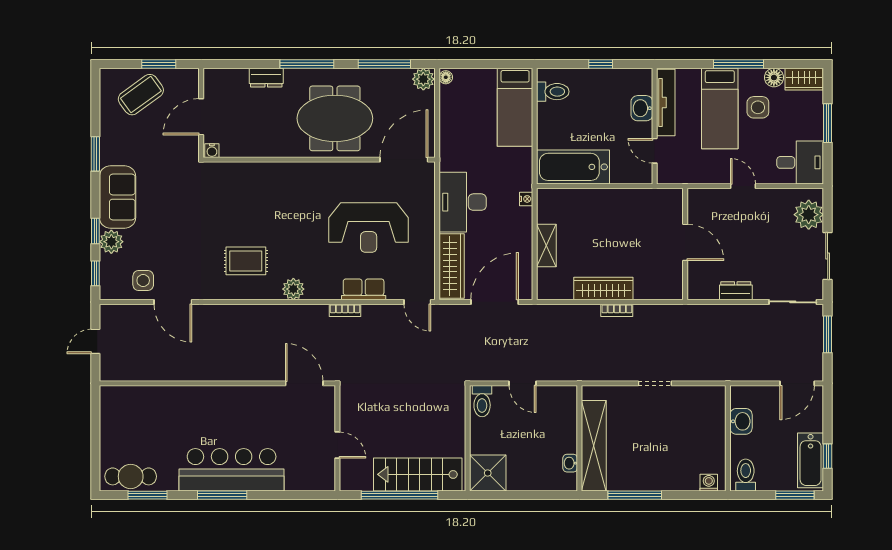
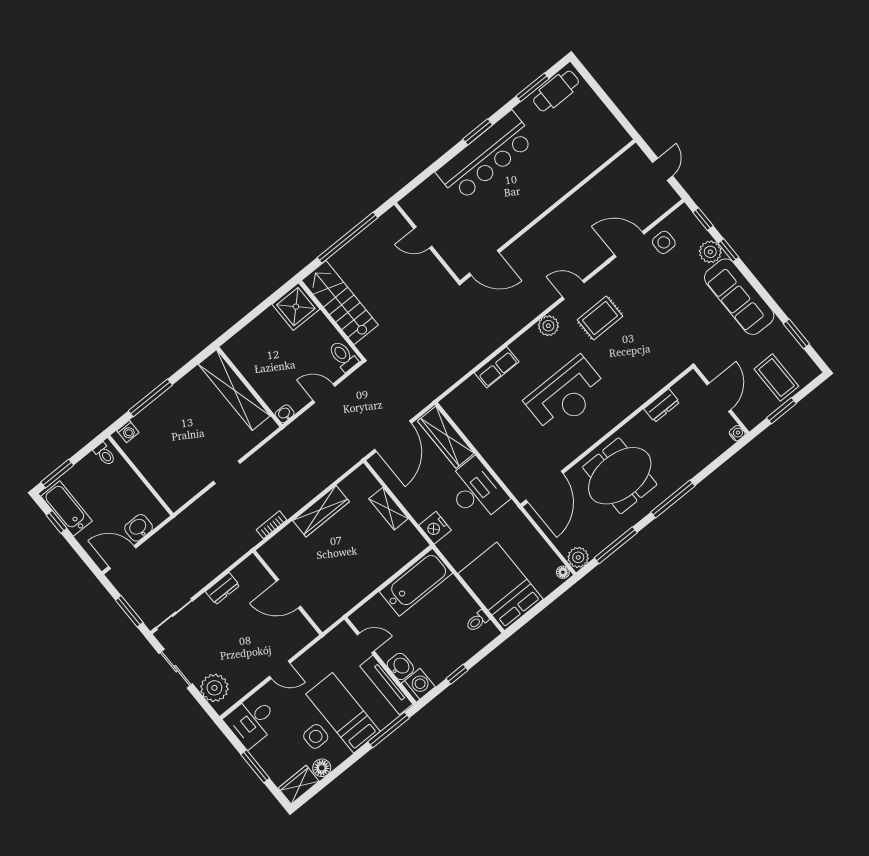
window: (738, 64) -> (389, 730), moved
dresser: (266, 78) -> (662, 405), moved, turned 180
washing machine: (640, 81) -> (418, 685), added
toilet: (553, 92) -> (477, 621), width x0.73, depth x0.72
coffee table: (141, 95) -> (776, 378), turned -54
bed: (515, 107) -> (501, 586), width x1.50
water cooler: (212, 151) -> (737, 433), moved, turned 90
window: (95, 154) -> (796, 334), moved
sofa: (118, 197) -> (739, 297), width x1.36
nightstand: (526, 199) -> (435, 528), width x1.89, depth x1.79
reception desk: (369, 228) -> (566, 395), moved, turned 180
door: (417, 302) -> (573, 290), moved
bookcase: (345, 310) -> (498, 341), removed
bookcase: (617, 310) -> (271, 525), moved
door: (797, 383) -> (122, 557), hinge flipped
washbasin: (741, 421) -> (139, 528), moved, turned 90
washbasin: (570, 463) -> (285, 414), moved, turned -90
stairs: (418, 474) -> (340, 303), moved, turned -90
toilet: (746, 475) -> (105, 454), width x0.73, depth x0.72
window: (222, 495) -> (478, 132), width x0.69
window: (635, 495) -> (150, 398), moved

